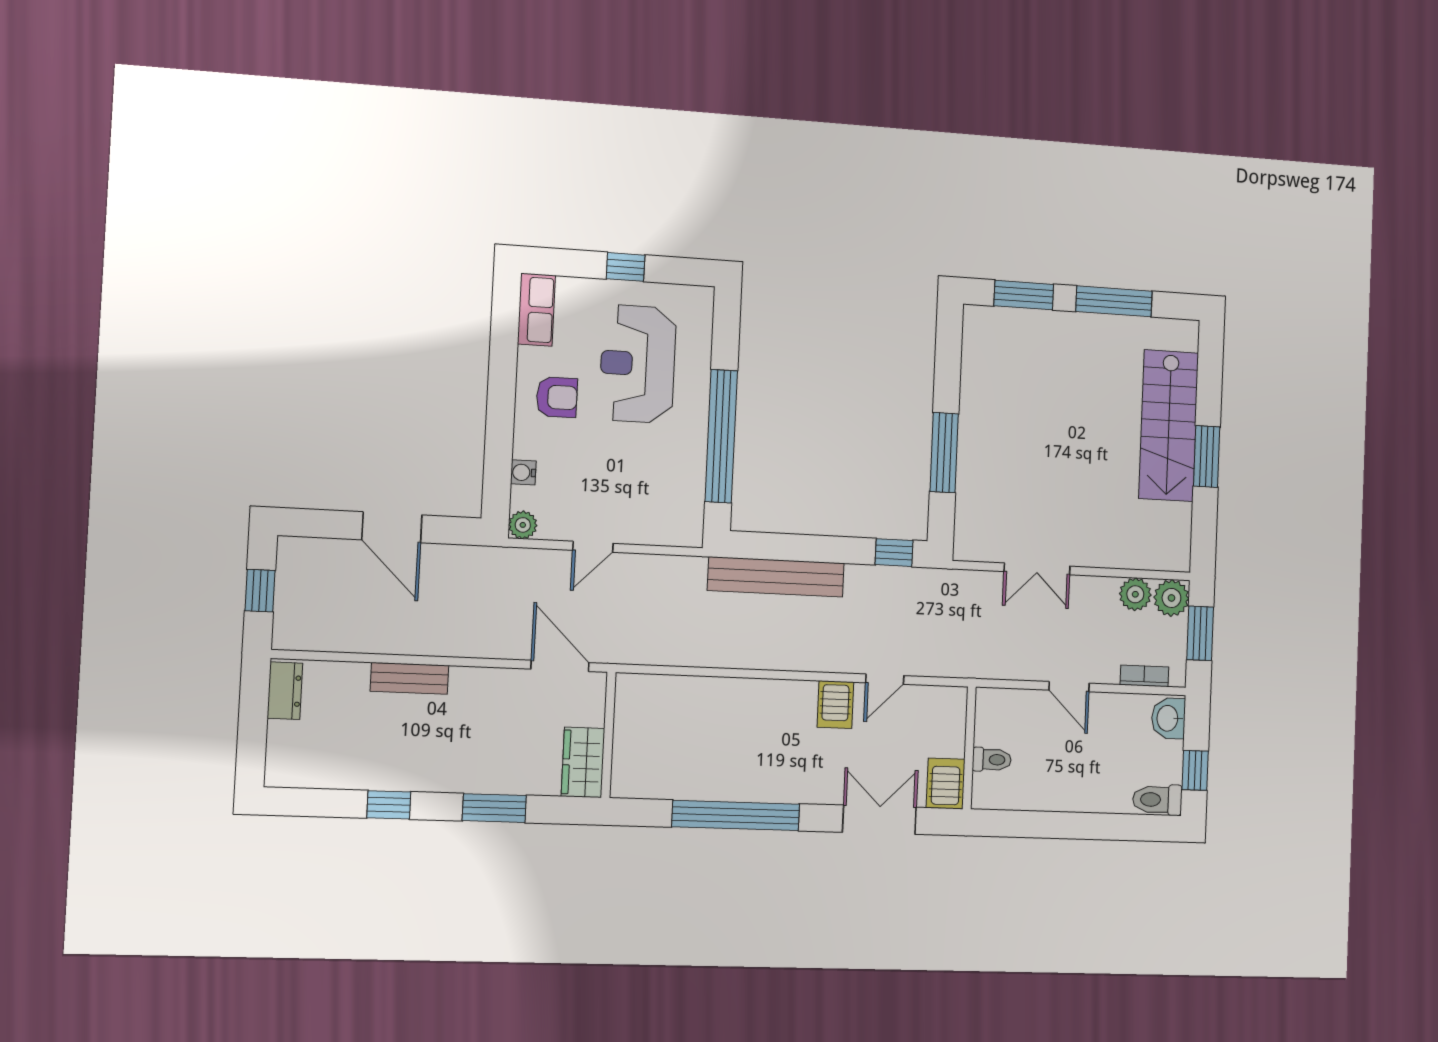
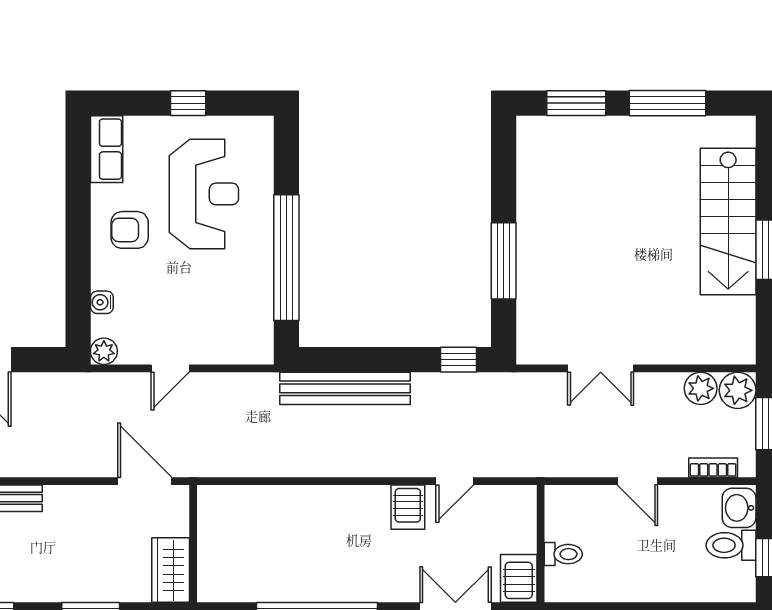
reception desk: (638, 364) -> (204, 194), turned 180
armchair: (557, 397) -> (130, 230), turned 180
toilet: (1157, 800) -> (731, 545), moved

